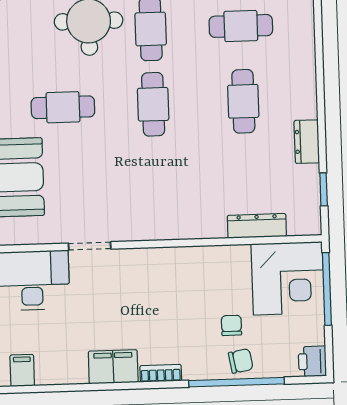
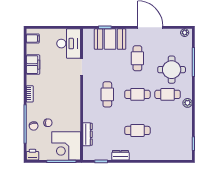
cafe table: (241, 26) -> (107, 94), moved
filing cabinet: (113, 367) -> (33, 65), moved

